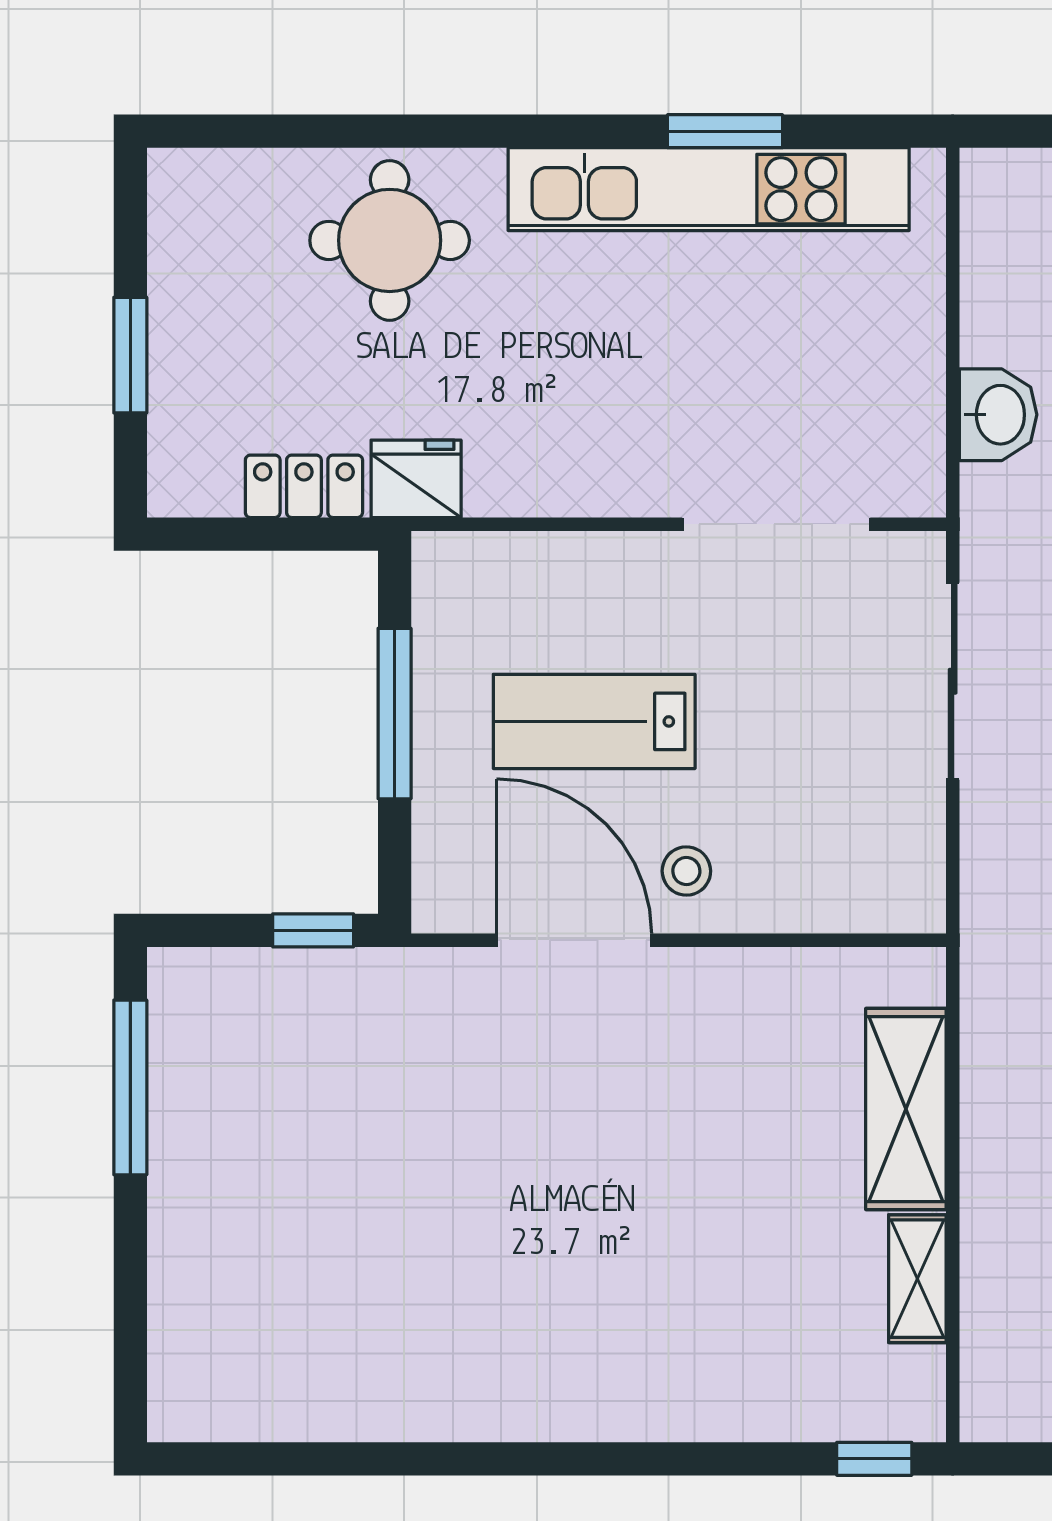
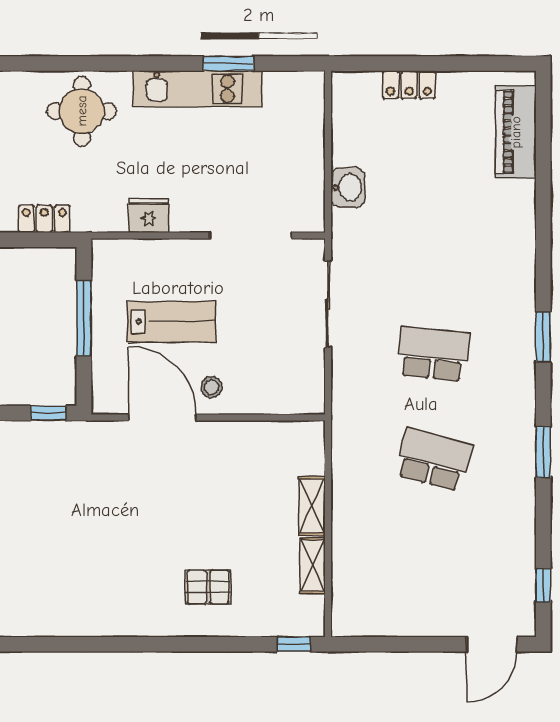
kitchen unit: (709, 189) -> (198, 89), width x0.73
fridge: (416, 479) -> (149, 216), moved
lab bench: (594, 721) -> (171, 322), turned 180
shelving: (906, 1109) -> (312, 506), width x0.67, depth x0.75
pallet: (679, 1328) -> (208, 587), added

